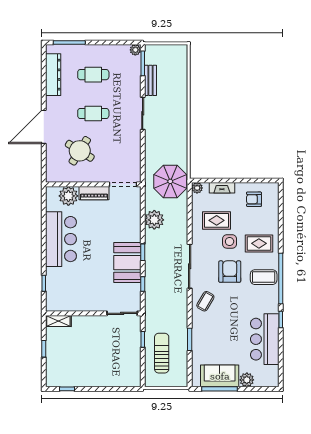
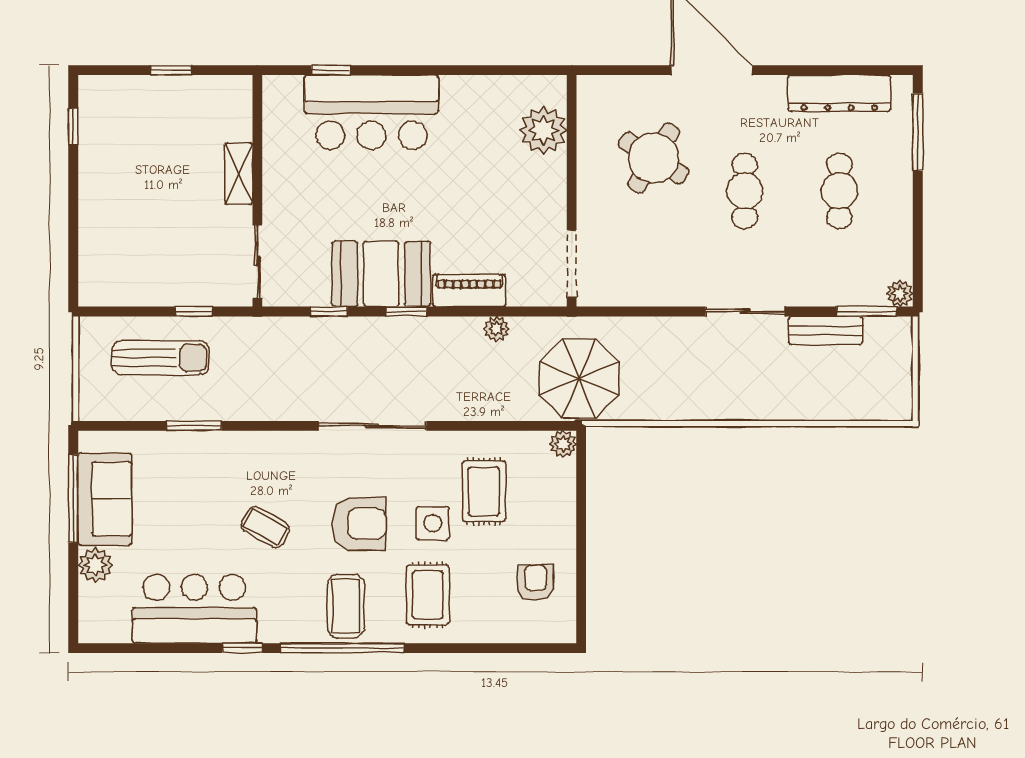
fireplace: (222, 188) -> (563, 505), removed
piano: (94, 193) -> (469, 290), moved, turned 90
plant: (154, 220) -> (496, 329), width x0.53, depth x0.53
bar counter: (61, 239) -> (371, 112), moved
coffee table: (205, 301) -> (265, 527), moved
shelving: (58, 321) -> (239, 174), moved

